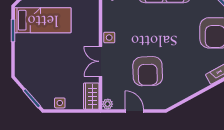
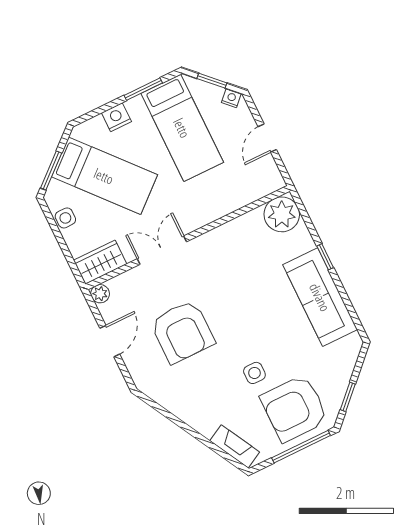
side table: (109, 38) -> (254, 373), moved
nightstand: (21, 51) -> (116, 117), added
armchair: (148, 71) -> (182, 332), turned -88
bed: (48, 72) -> (104, 176), added

